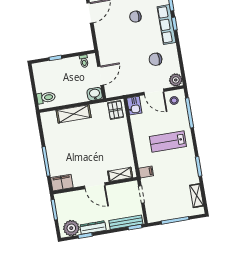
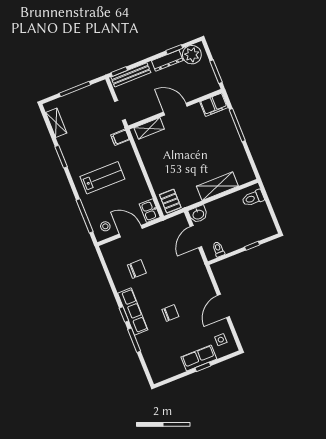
plant: (176, 80) -> (109, 250), removed

